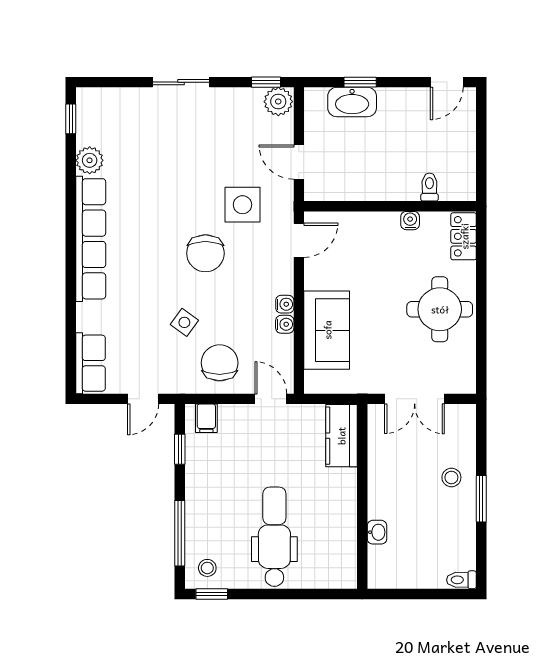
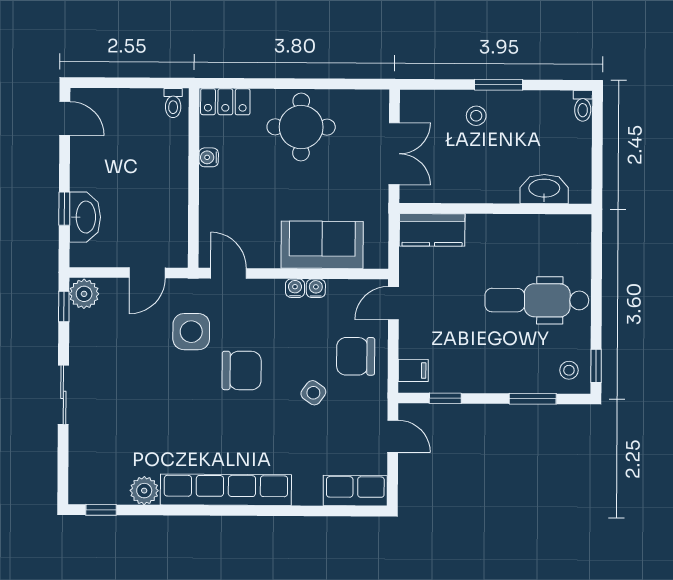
toilet: (429, 187) -> (173, 103), moved, turned -90
washbasin: (377, 532) -> (544, 189), width x1.91, depth x1.45
window: (180, 533) -> (533, 399), width x0.69

